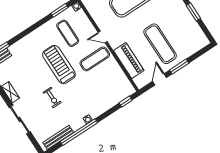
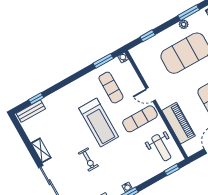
treadmill: (59, 65) -> (99, 123), turned 180
weight bench: (115, 83) -> (161, 148), added

